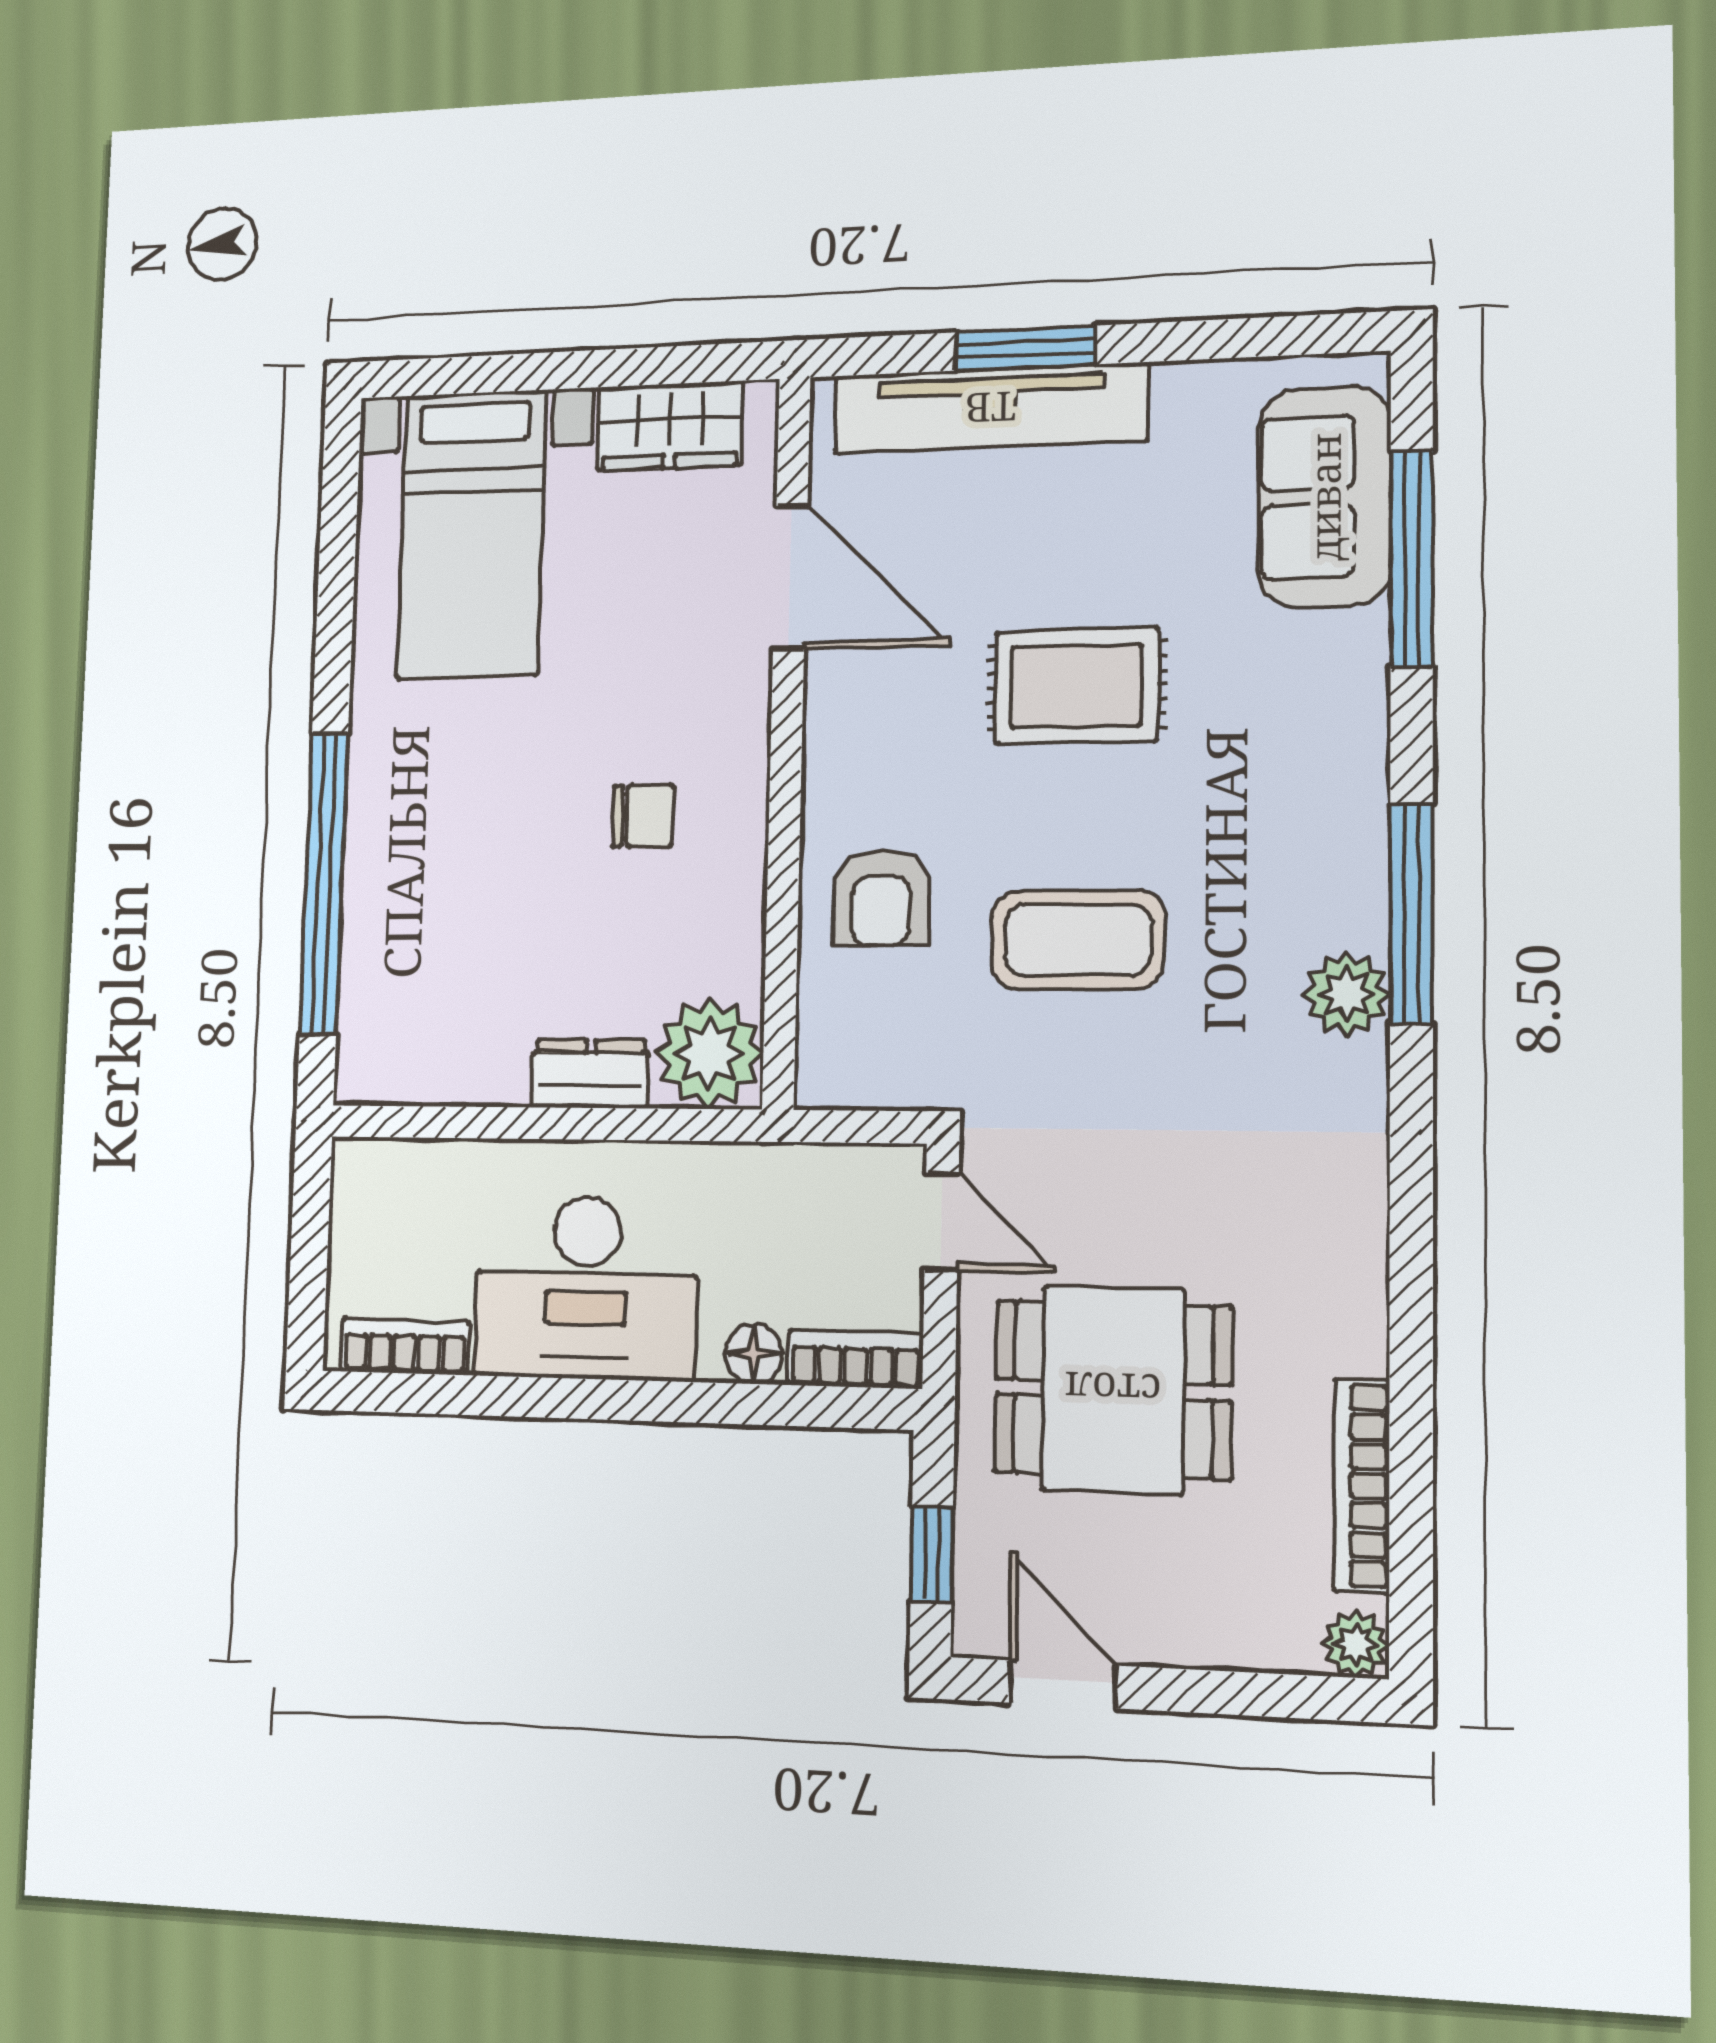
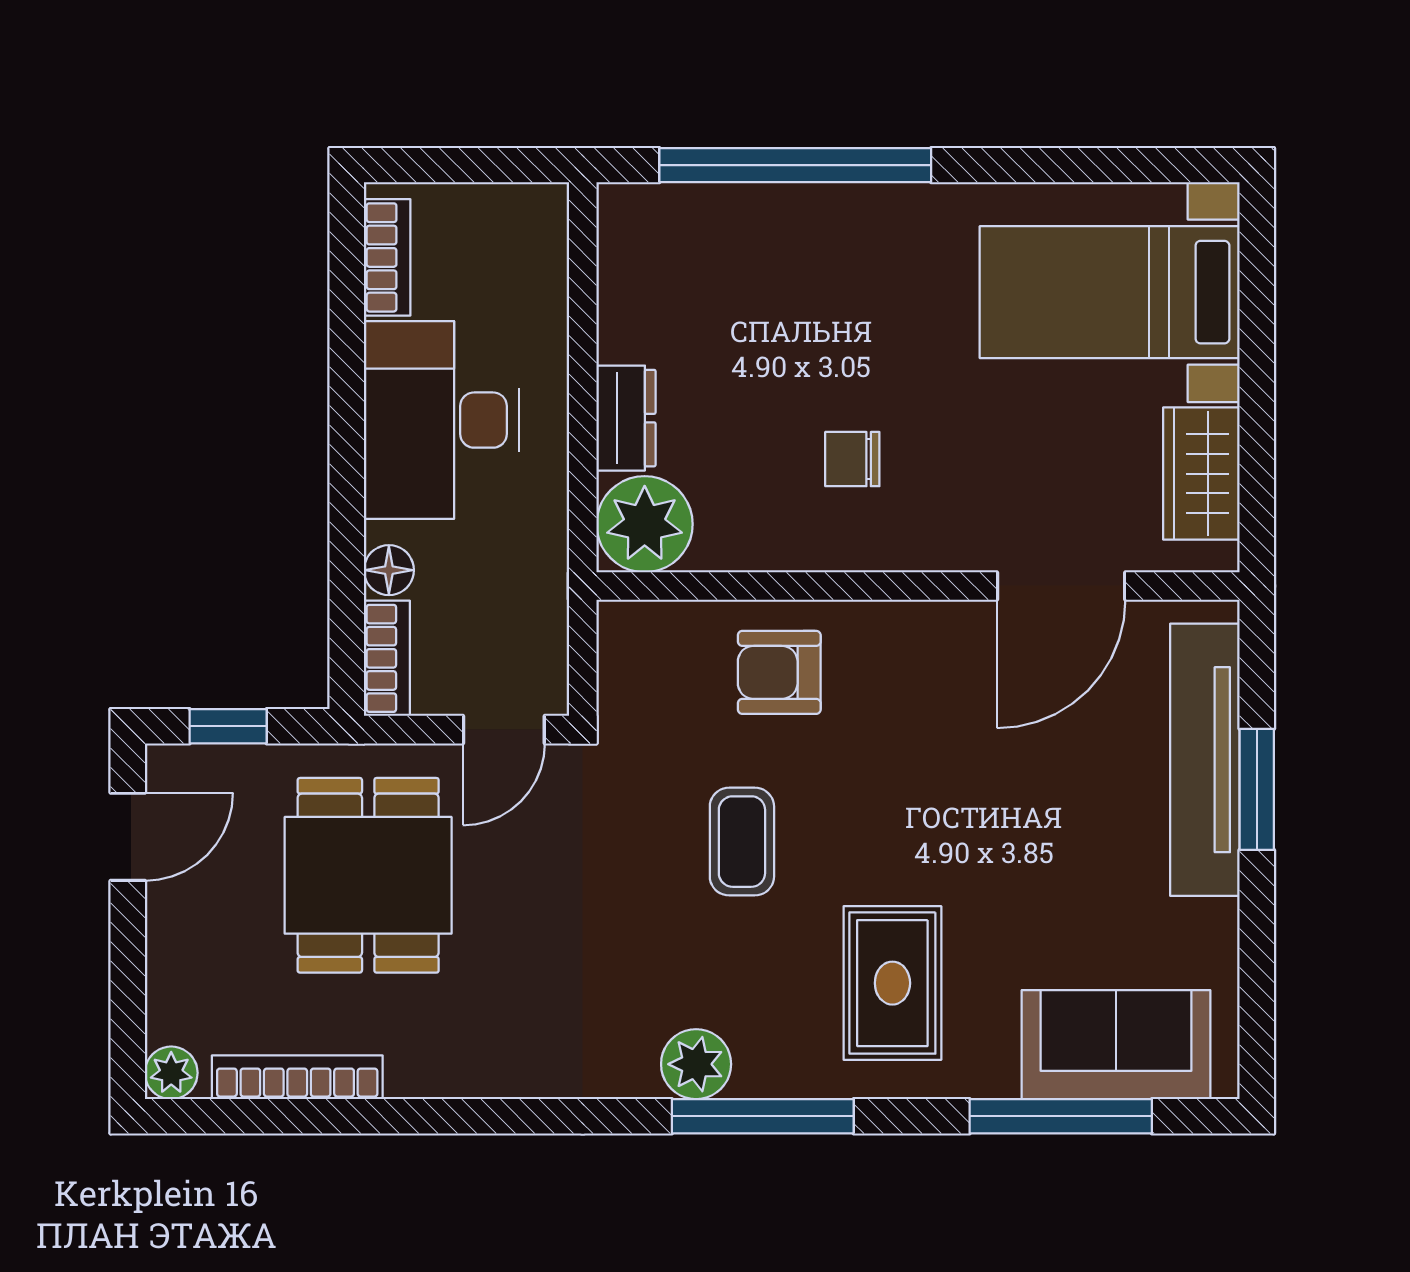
rug: (1076, 686) -> (892, 983), moved
chair: (643, 816) -> (852, 459), turned 90
coffee table: (1078, 940) -> (742, 842), width x0.73, depth x0.77

